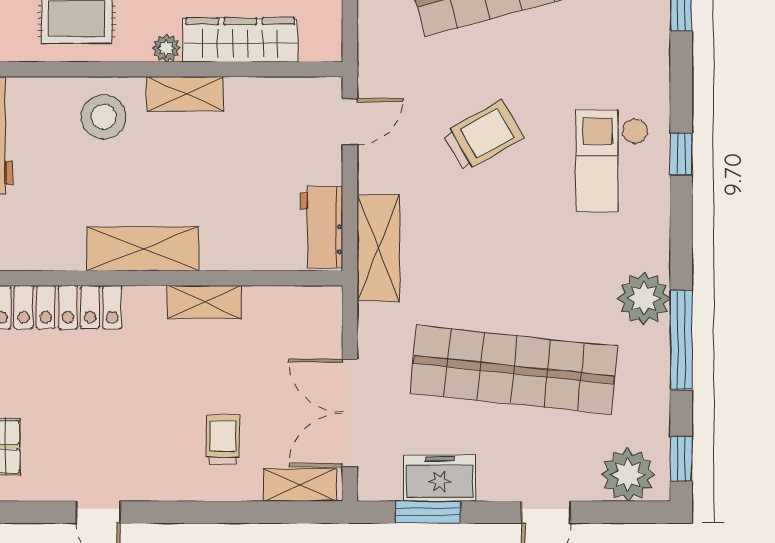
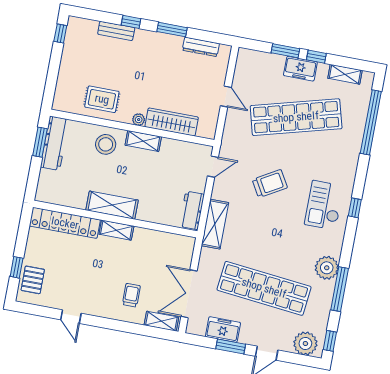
shelving: (204, 302) -> (116, 230), moved
window: (428, 512) -> (231, 346), moved

